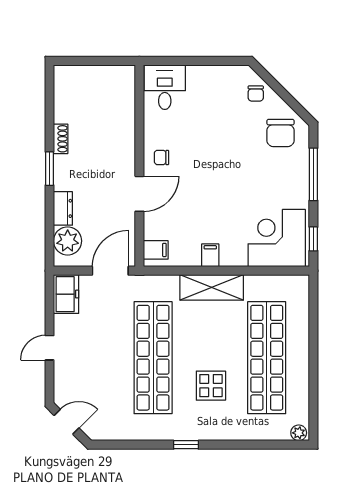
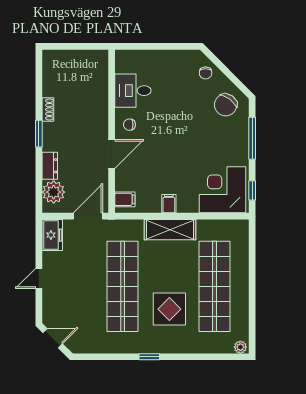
desk: (165, 87) -> (133, 91), moved, turned -90
chair: (280, 133) -> (226, 105), turned 36
display table: (211, 386) -> (169, 309), width x1.36, depth x1.36

